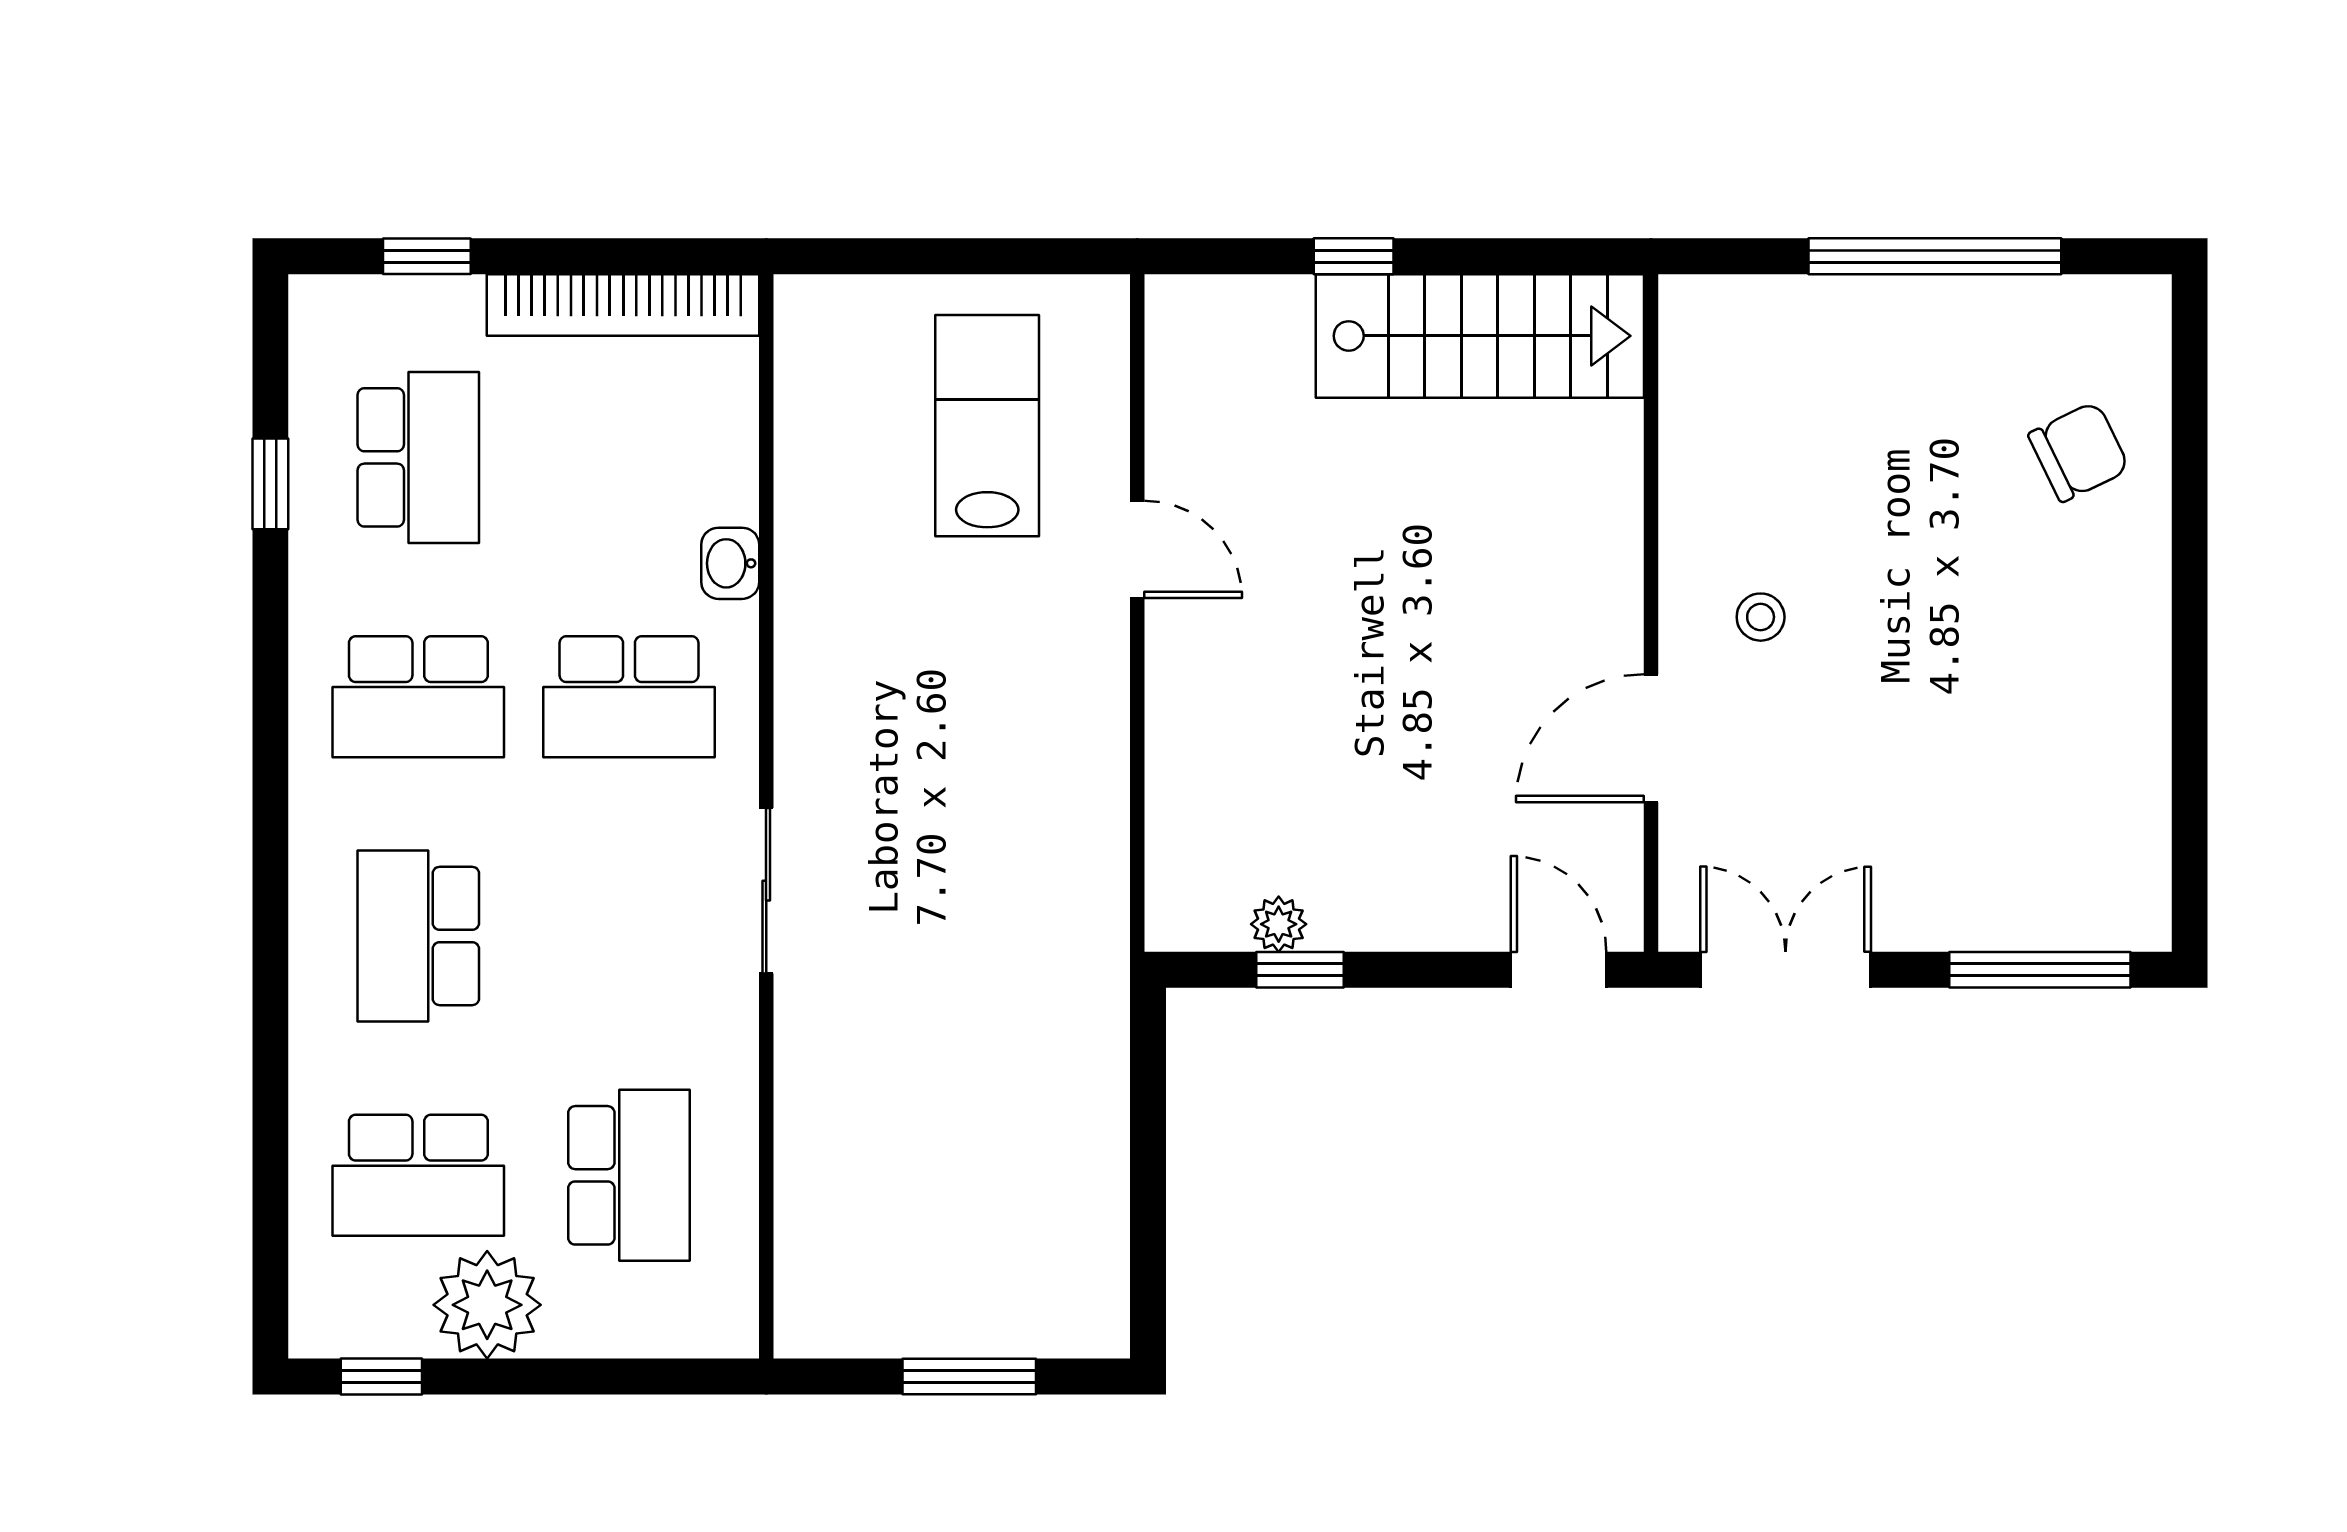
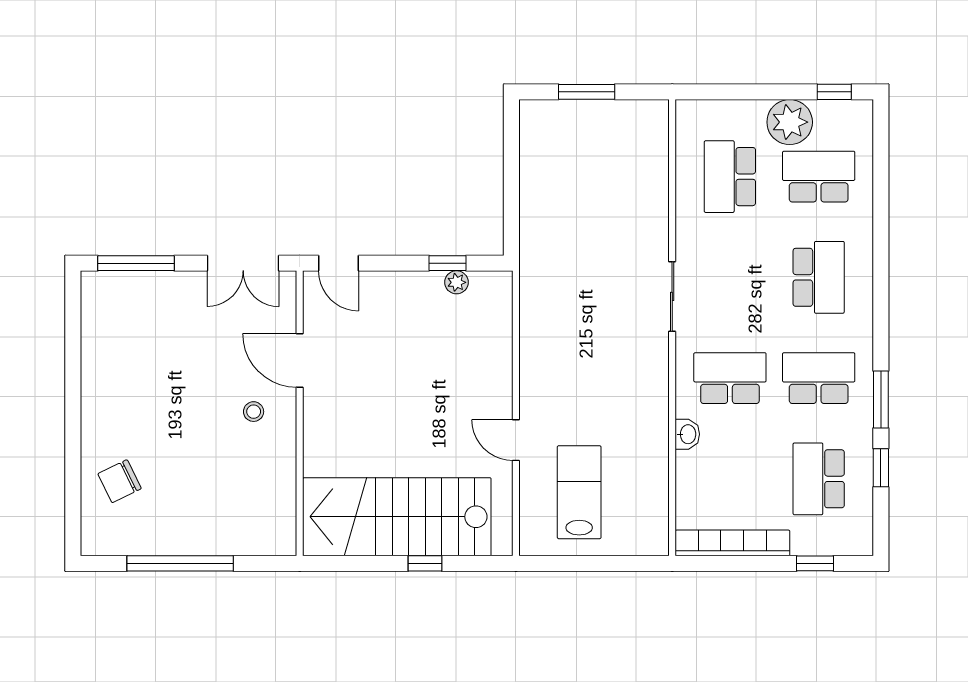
stairs: (1480, 336) -> (397, 517), width x1.36, depth x1.51
lab bench: (987, 426) -> (579, 492), turned 180
window: (270, 646) -> (881, 400), added
door: (1651, 738) -> (300, 361), swing flipped

